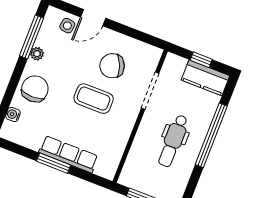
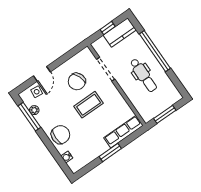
plant: (37, 54) -> (34, 110), moved
chair: (35, 89) -> (60, 135), turned 90
row of seats: (69, 154) -> (123, 132), moved

